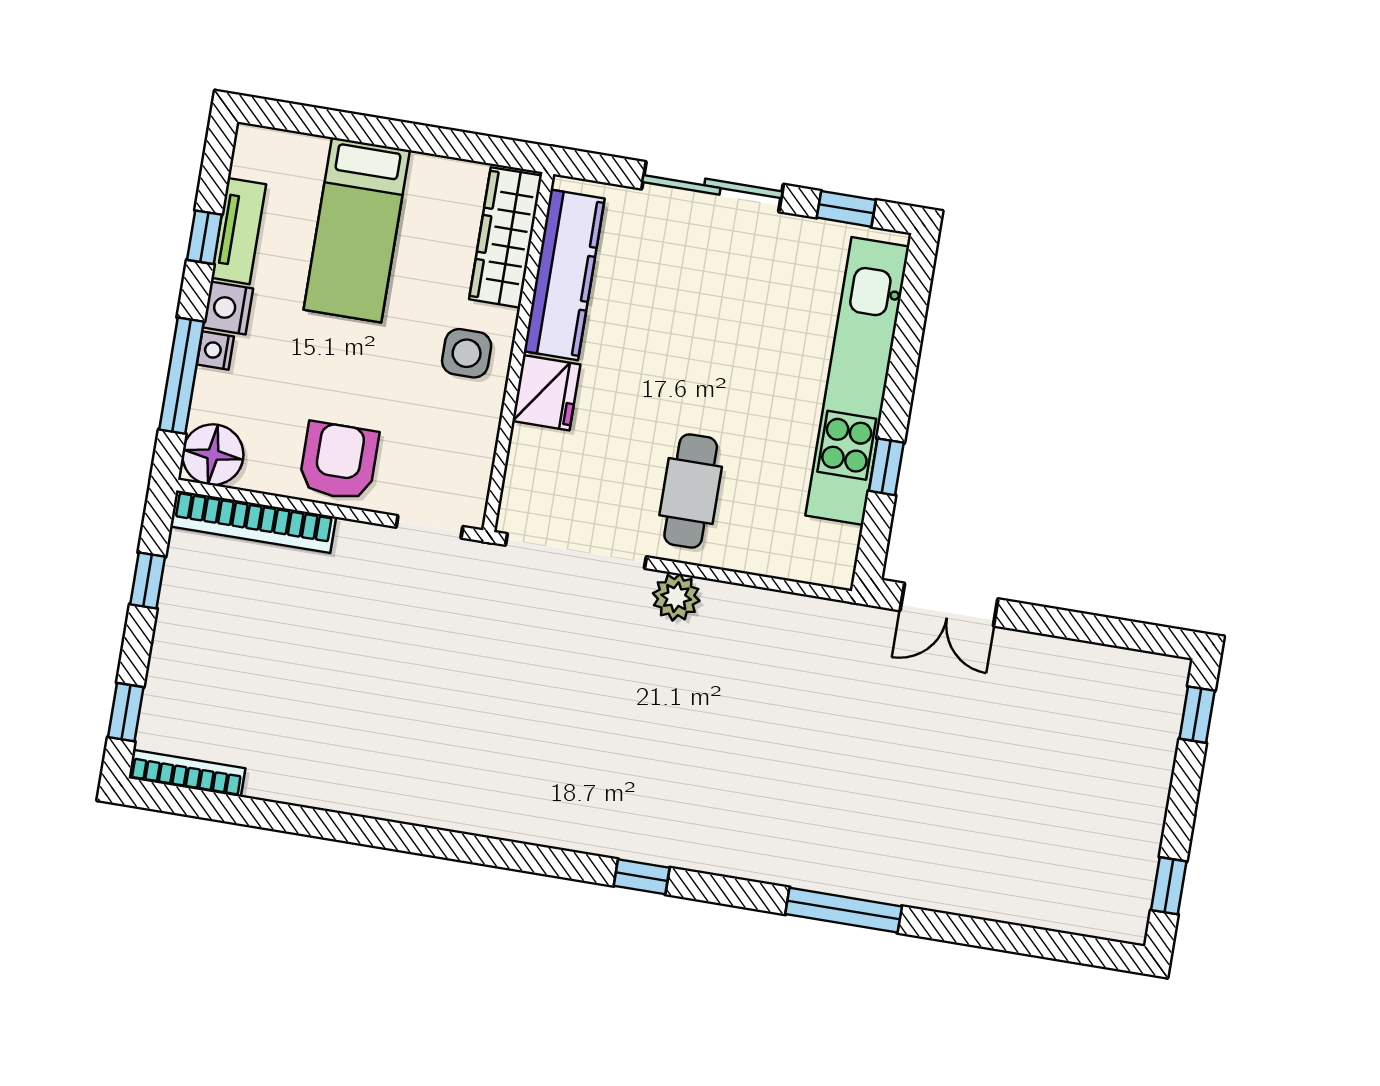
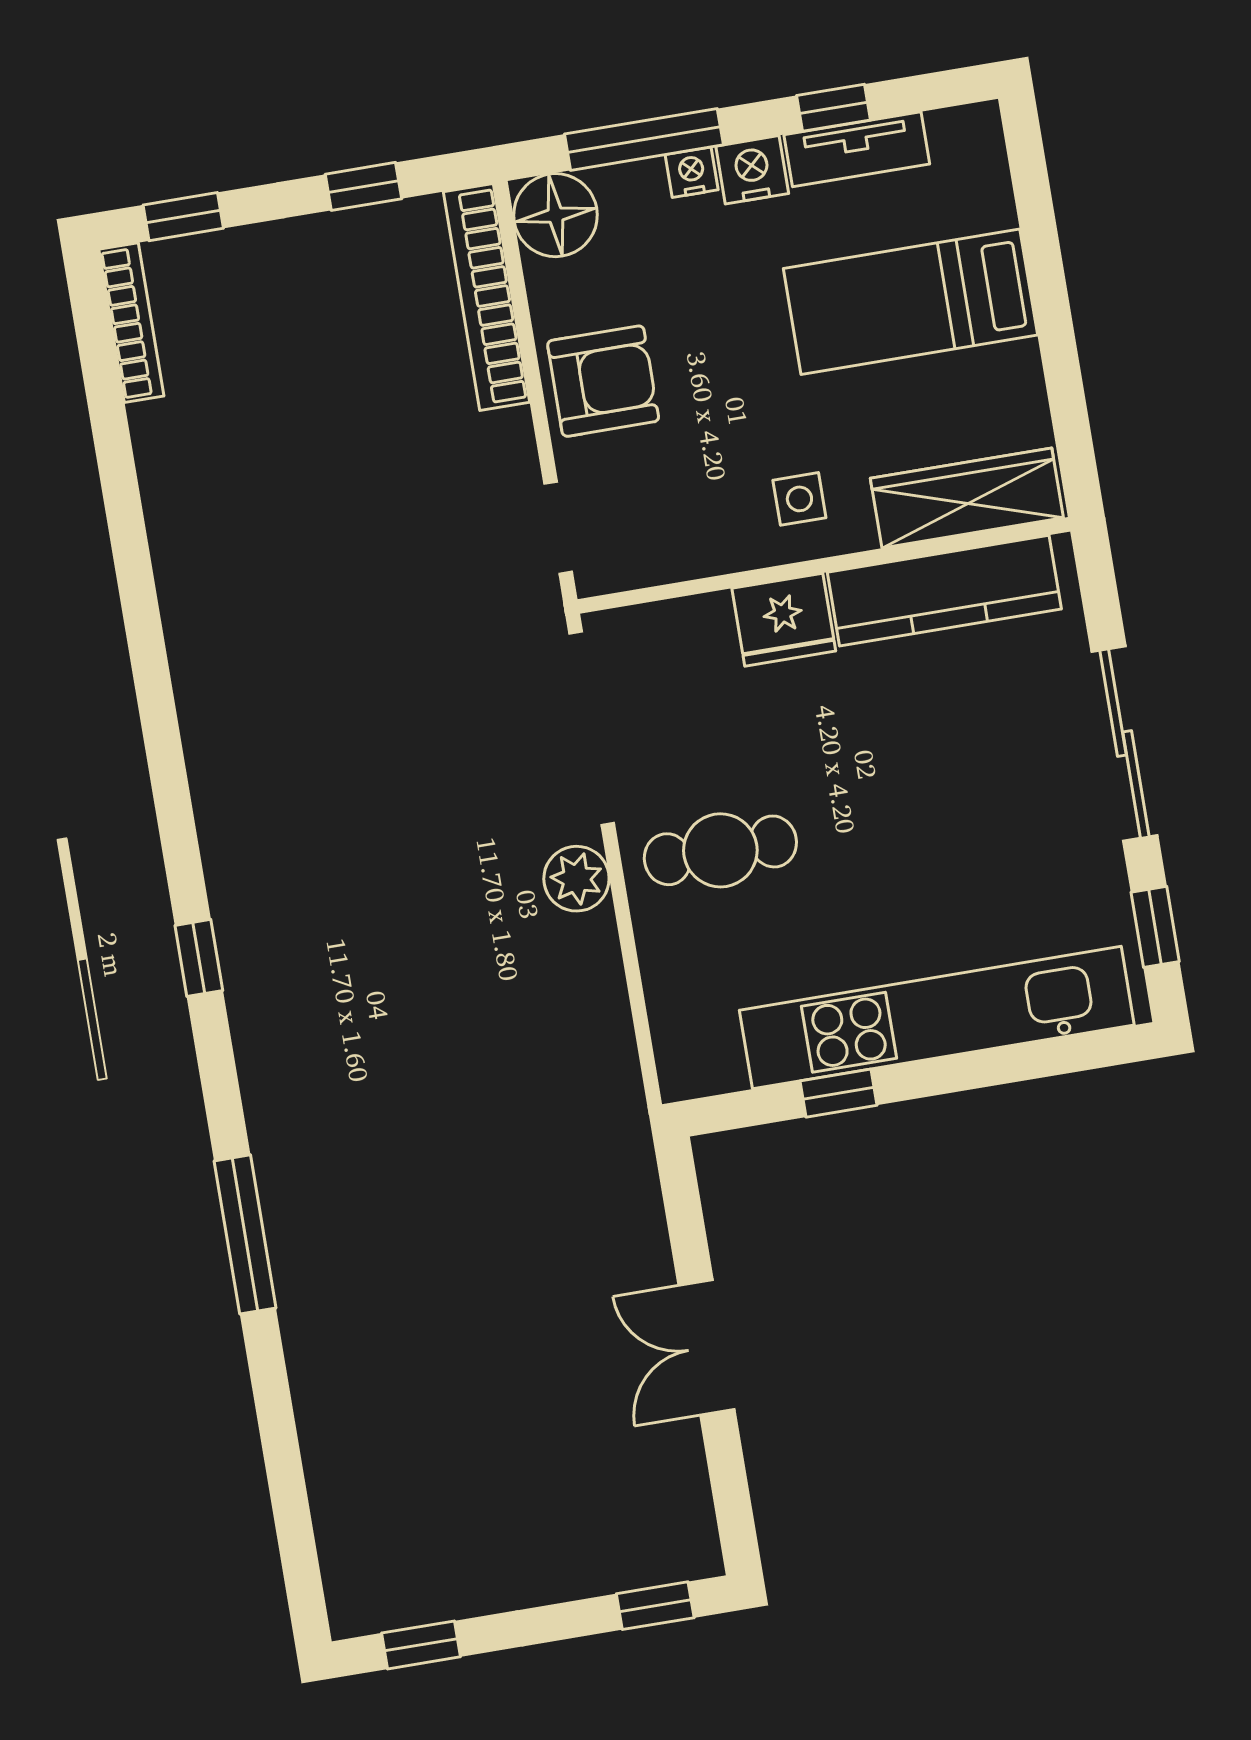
side table: (467, 353) -> (799, 499), width x0.73, depth x0.73
double door: (949, 605) -> (706, 1348), moved

